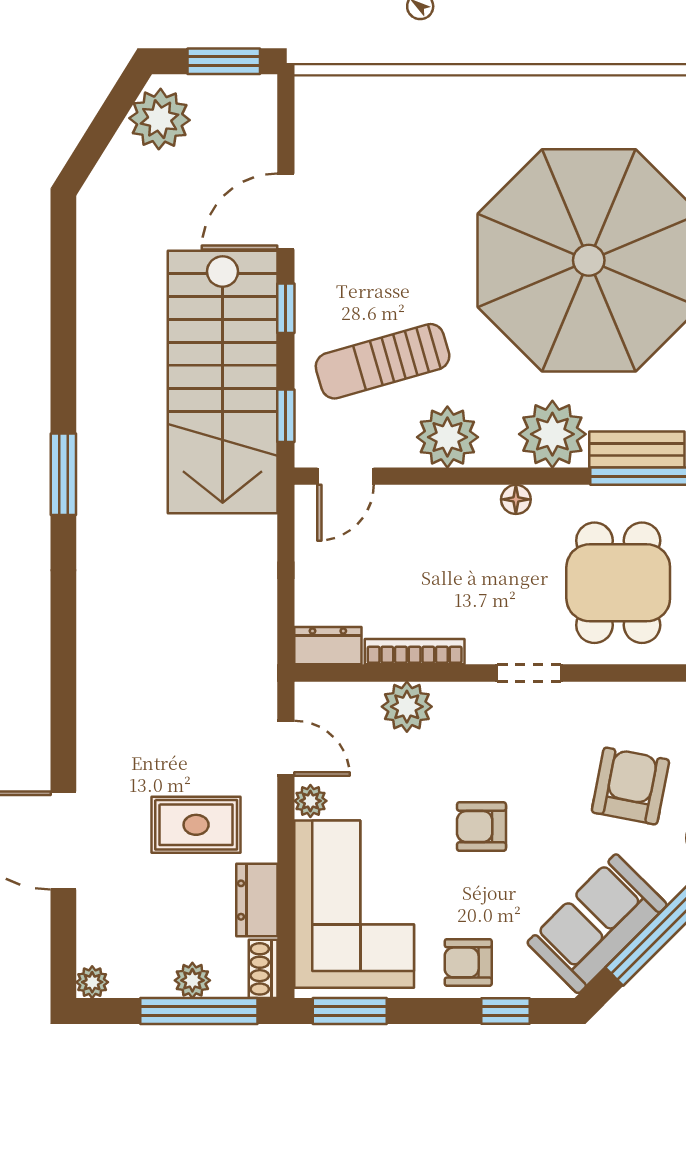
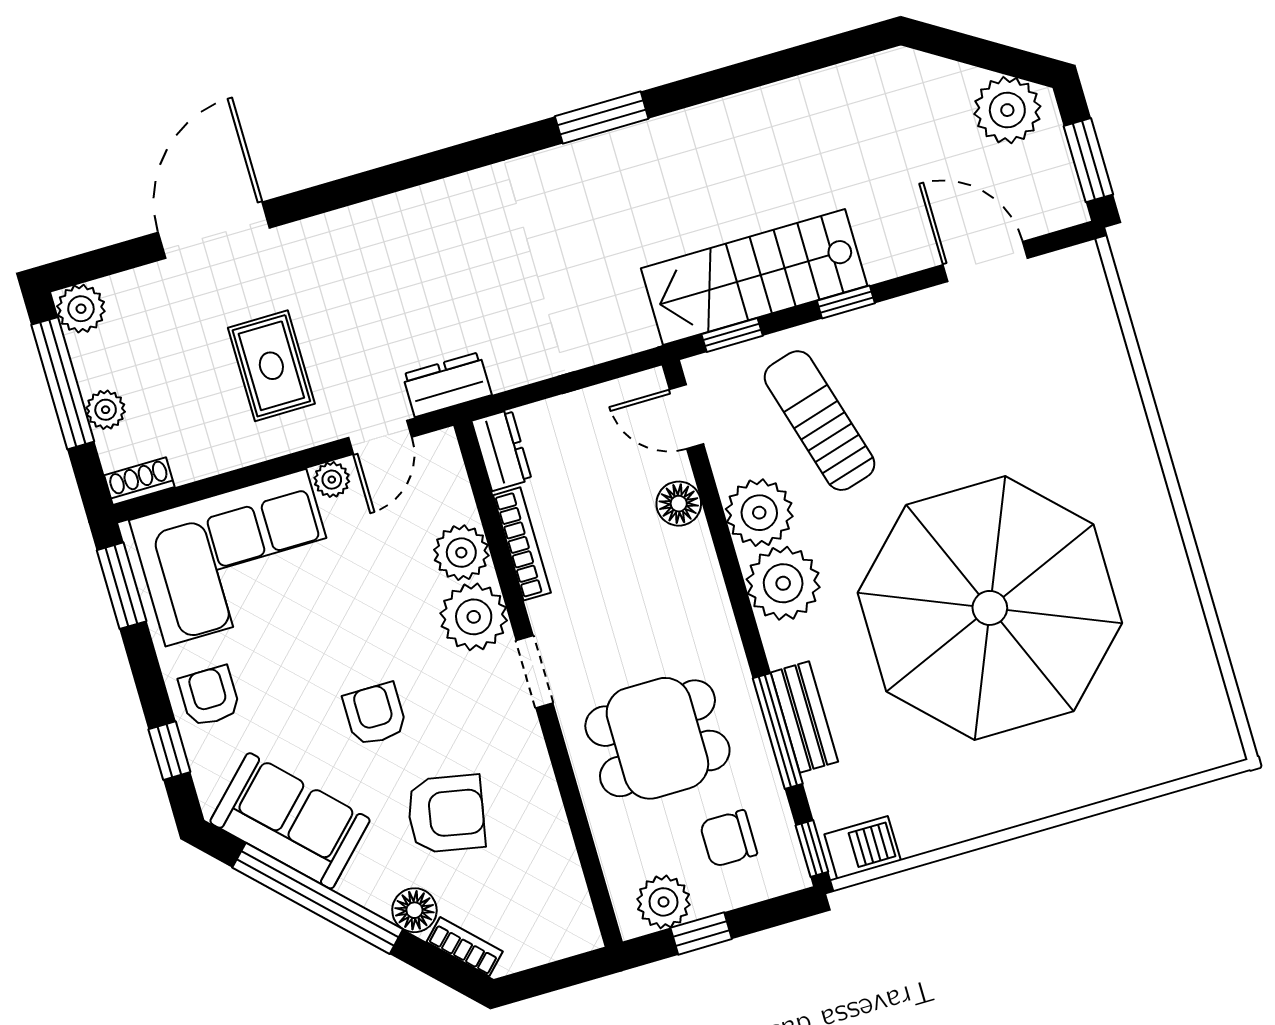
door: (286, 212) -> (985, 261), moved
stairs: (223, 382) -> (754, 277), width x0.73, depth x0.66
plant: (552, 434) -> (783, 583), moved
floor lamp: (516, 499) -> (679, 504), moved, width x1.37, depth x1.37
plant: (466, 712) -> (474, 617), added
armchair: (481, 827) -> (375, 714), moved
dresser: (257, 900) -> (447, 385), moved
plant: (92, 982) -> (81, 309), width x1.38, depth x1.38
window: (199, 1011) -> (63, 383), moved

